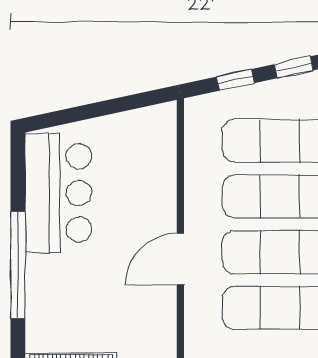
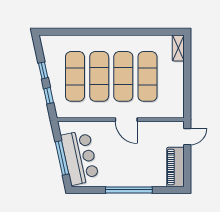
window: (92, 111) -> (62, 158), added
bar counter: (58, 193) -> (80, 157), moved, turned 78

